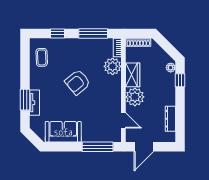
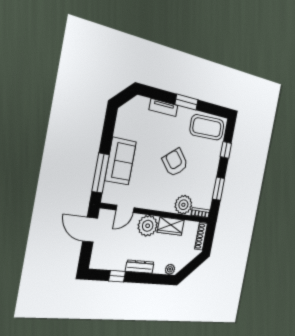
window: (93, 33) -> (218, 189), width x0.69
coffee table: (42, 57) -> (207, 127), width x1.86, depth x1.72
window: (180, 80) -> (117, 276), moved
window: (25, 100) -> (186, 102), moved
dresser: (170, 119) -> (140, 267), moved
sofa: (63, 132) -> (121, 161), moved

